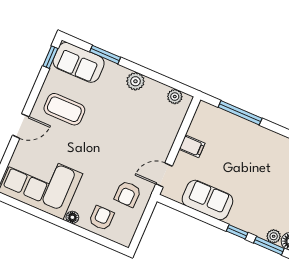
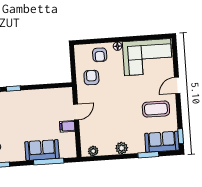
door: (164, 175) -> (76, 112), moved
sofa: (207, 200) -> (42, 150), moved, turned 180

